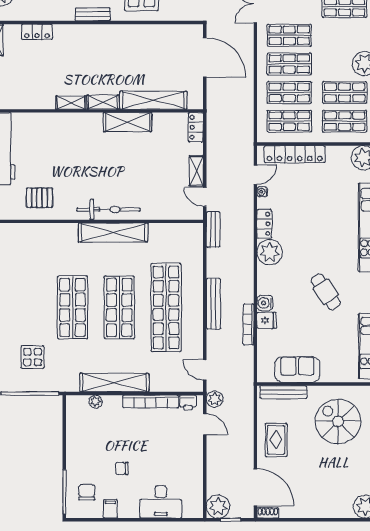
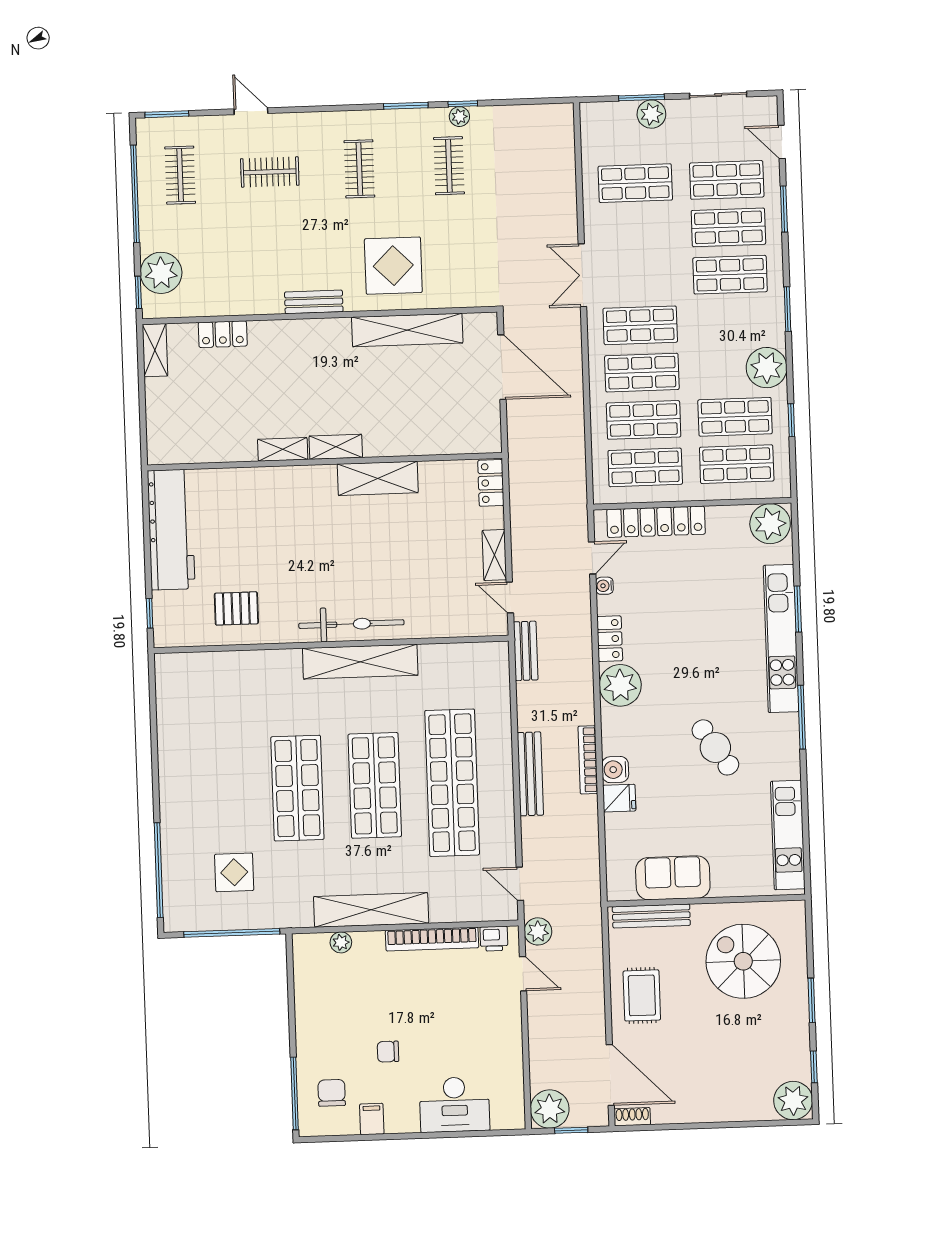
shelving: (153, 100) -> (407, 330), moved
bookcase: (248, 324) -> (588, 760), moved

